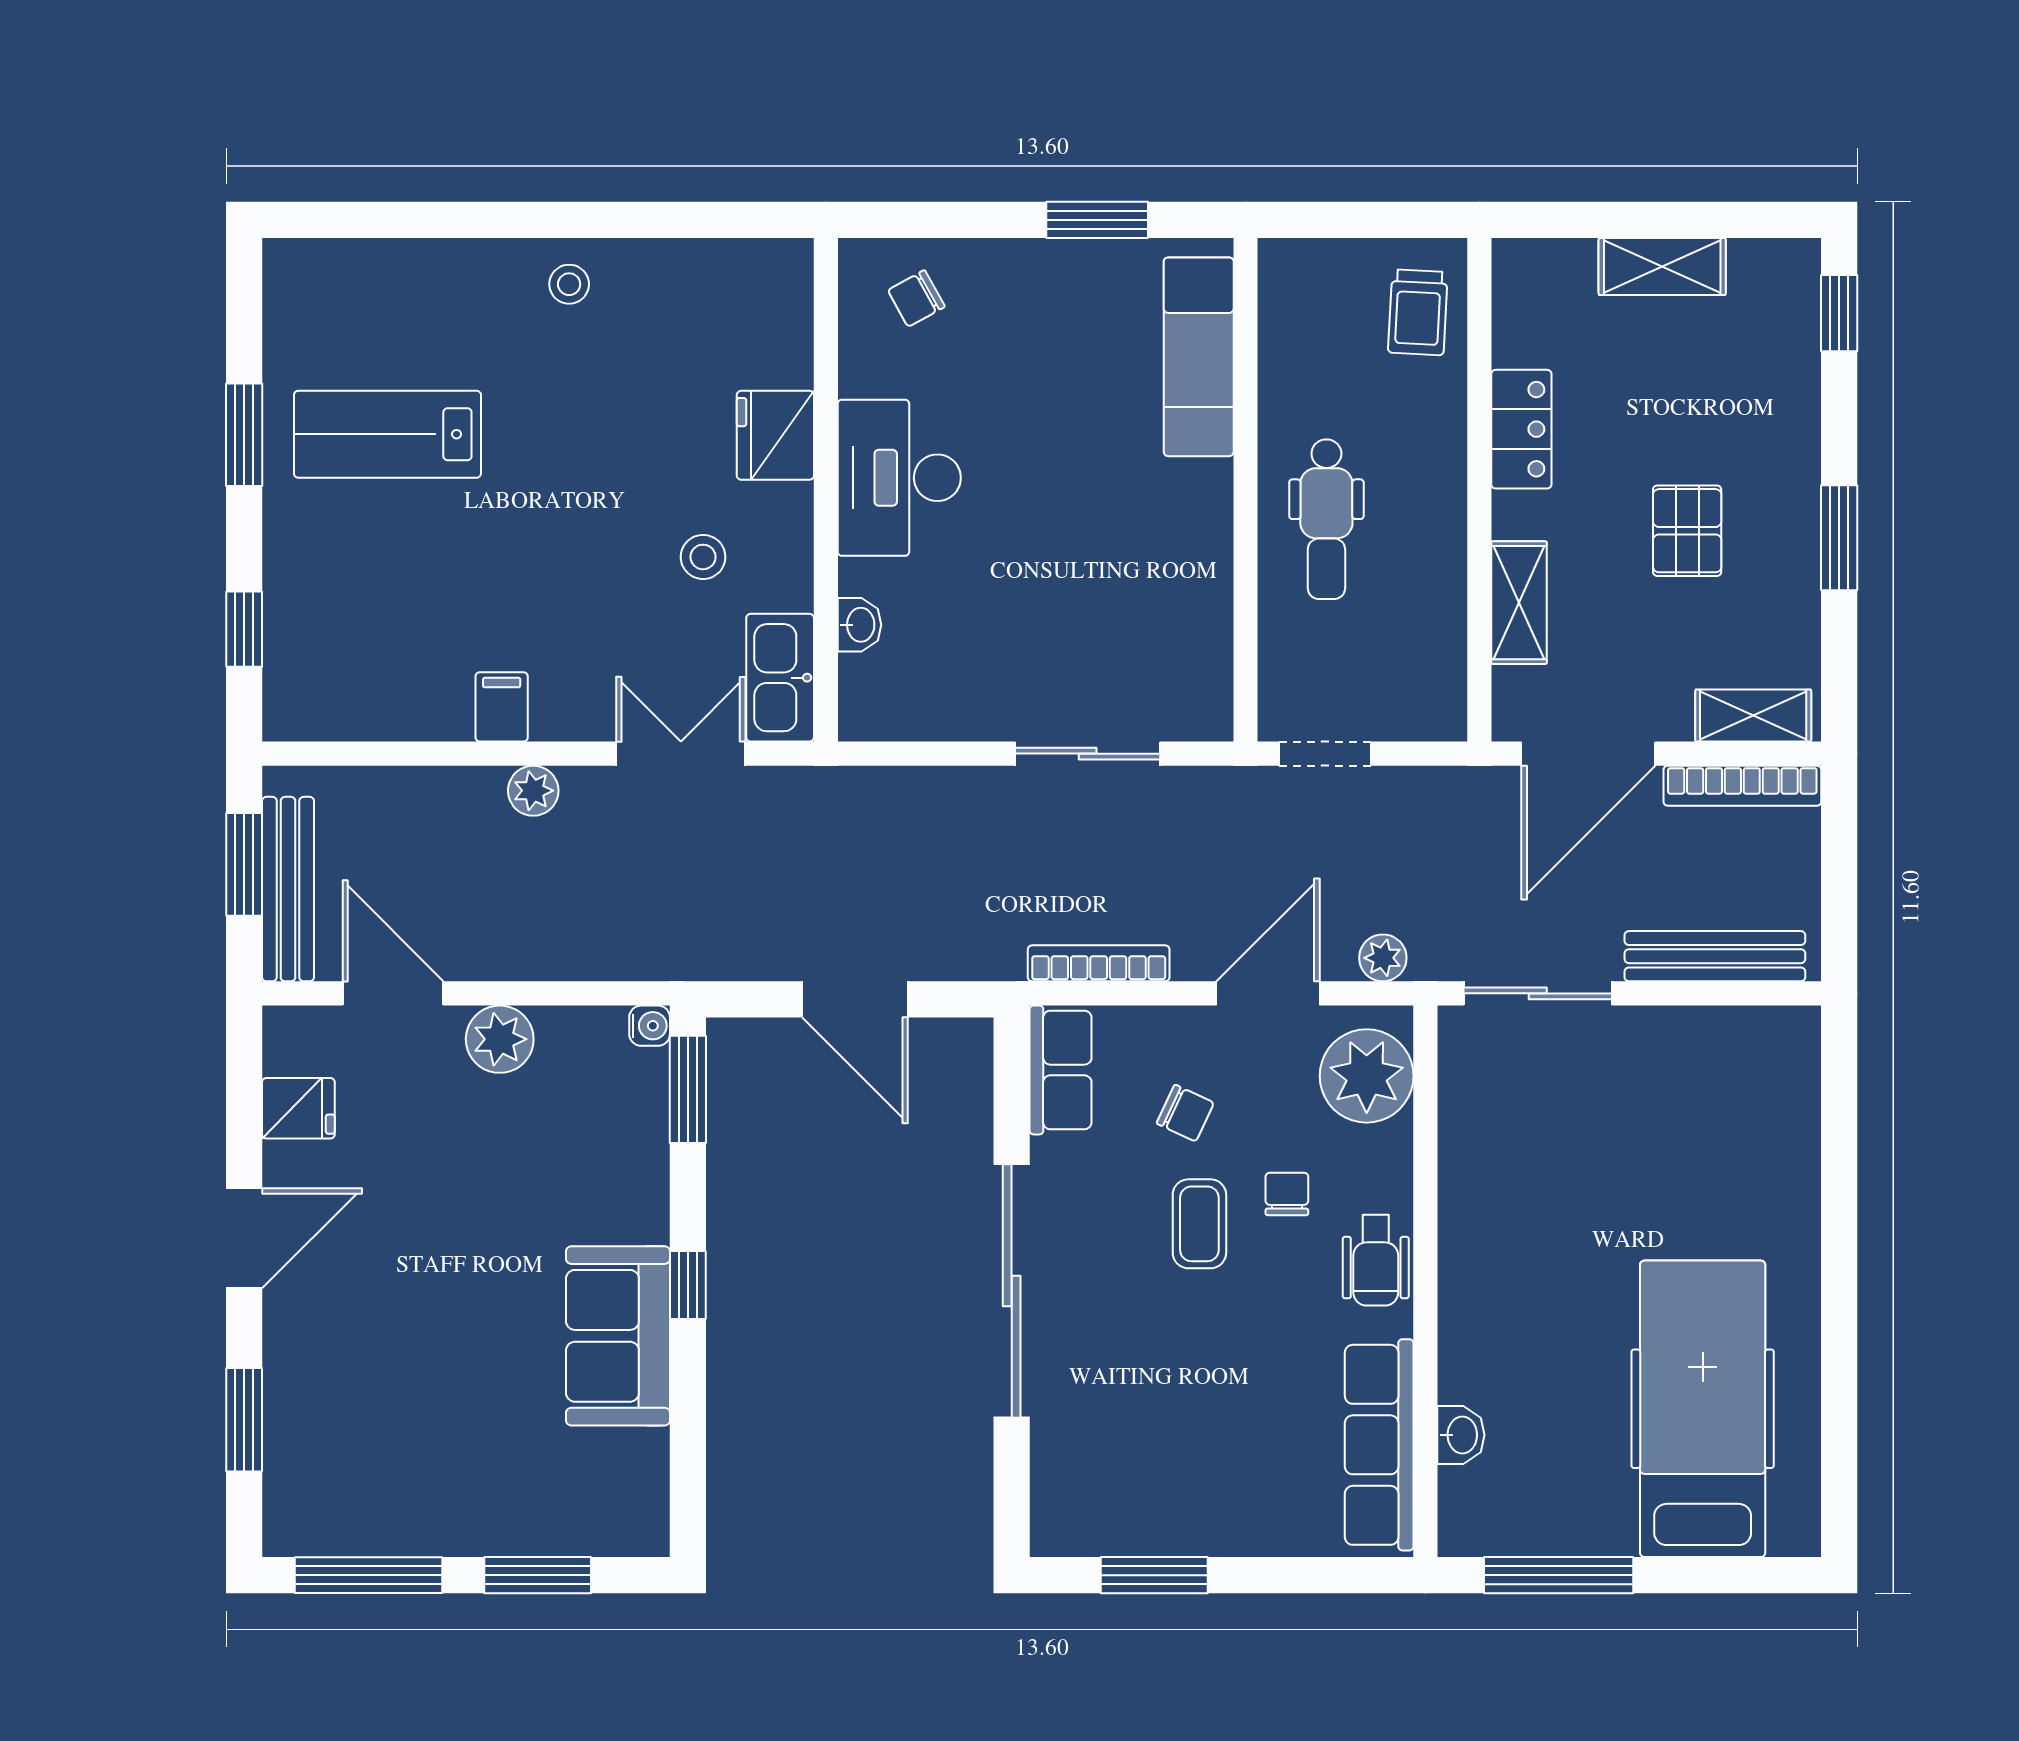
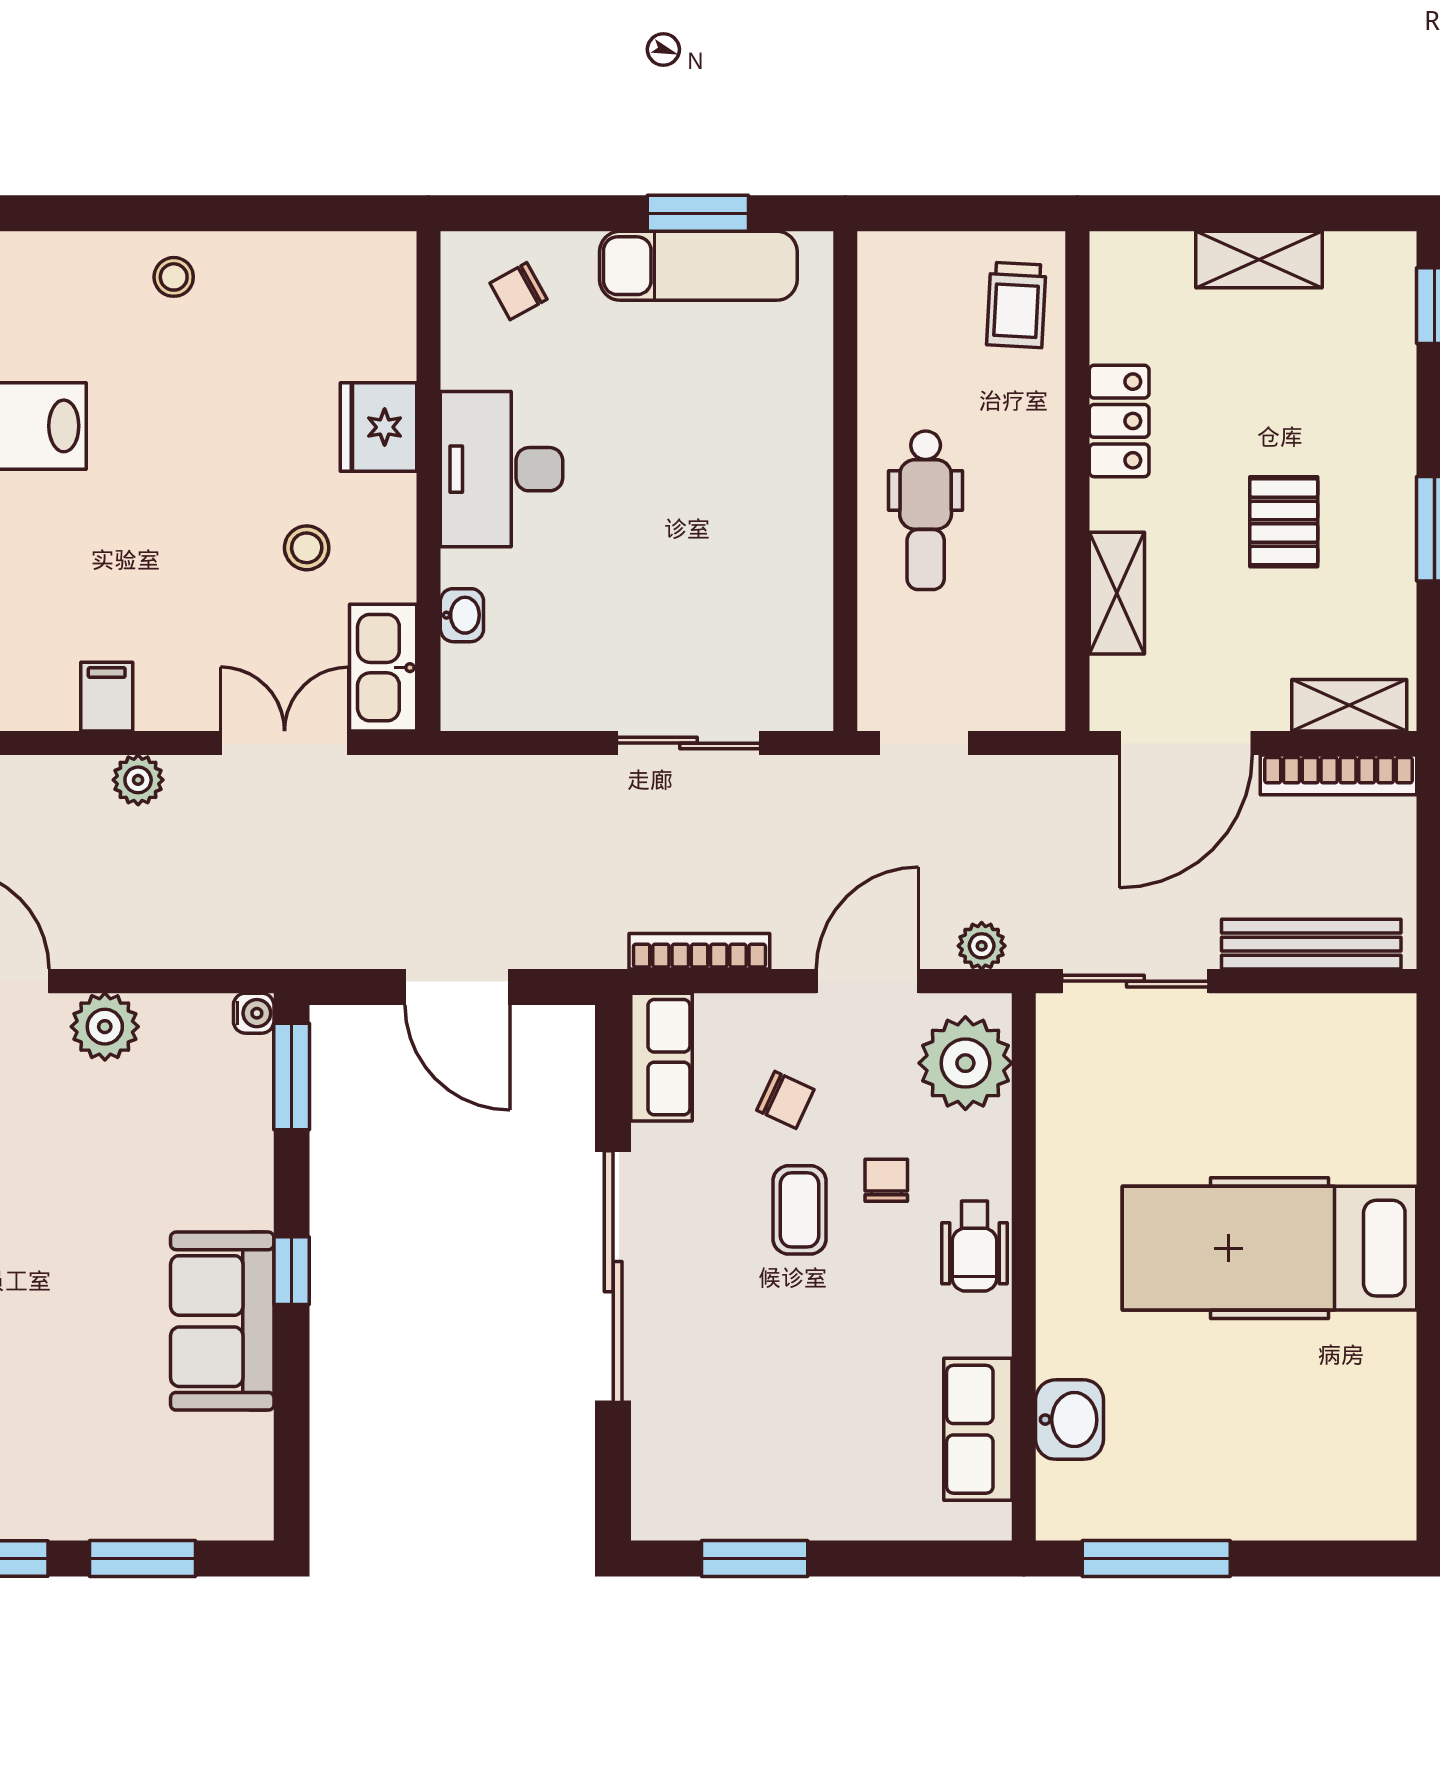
exam couch: (1199, 357) -> (698, 266), moved, turned -90
hospital bed: (1703, 1409) -> (1269, 1248), moved, turned -90
washbasin: (1461, 1435) -> (1070, 1420), width x1.38, depth x1.45
row of seats: (1379, 1445) -> (978, 1429), width x0.68

